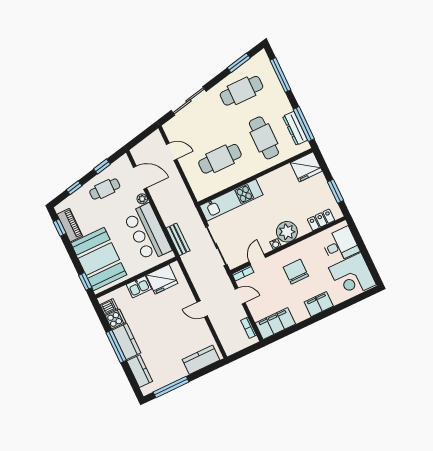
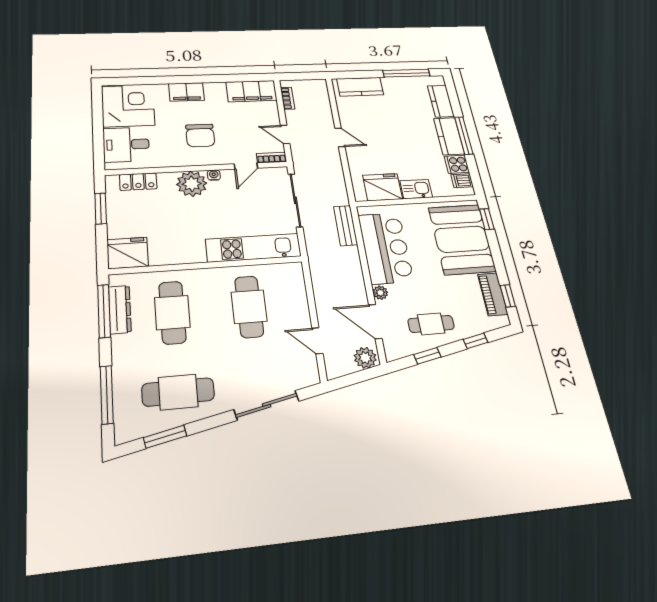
plant: (140, 151) -> (365, 358), added
cafe table: (220, 159) -> (249, 307), turned 90

